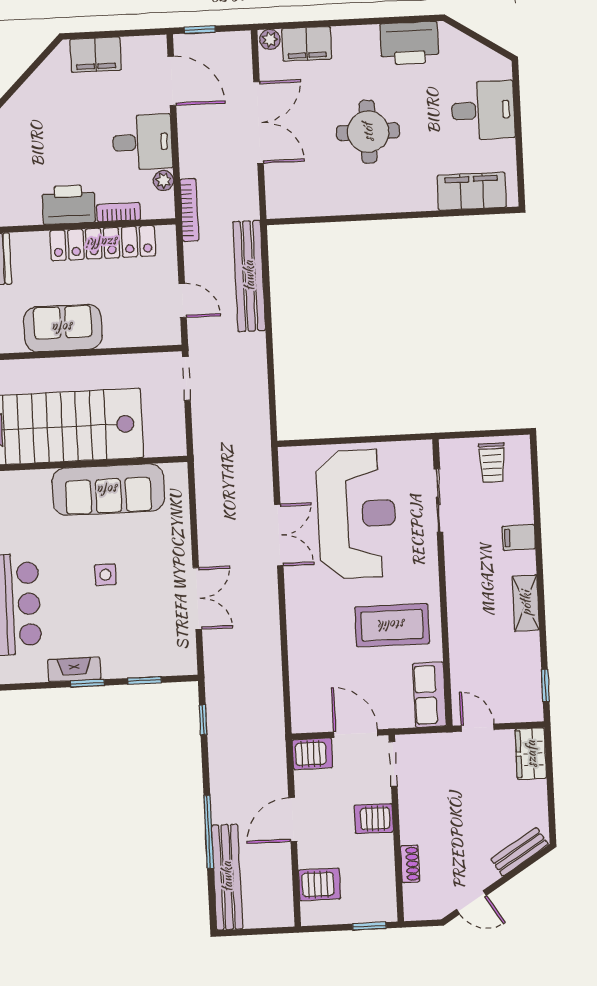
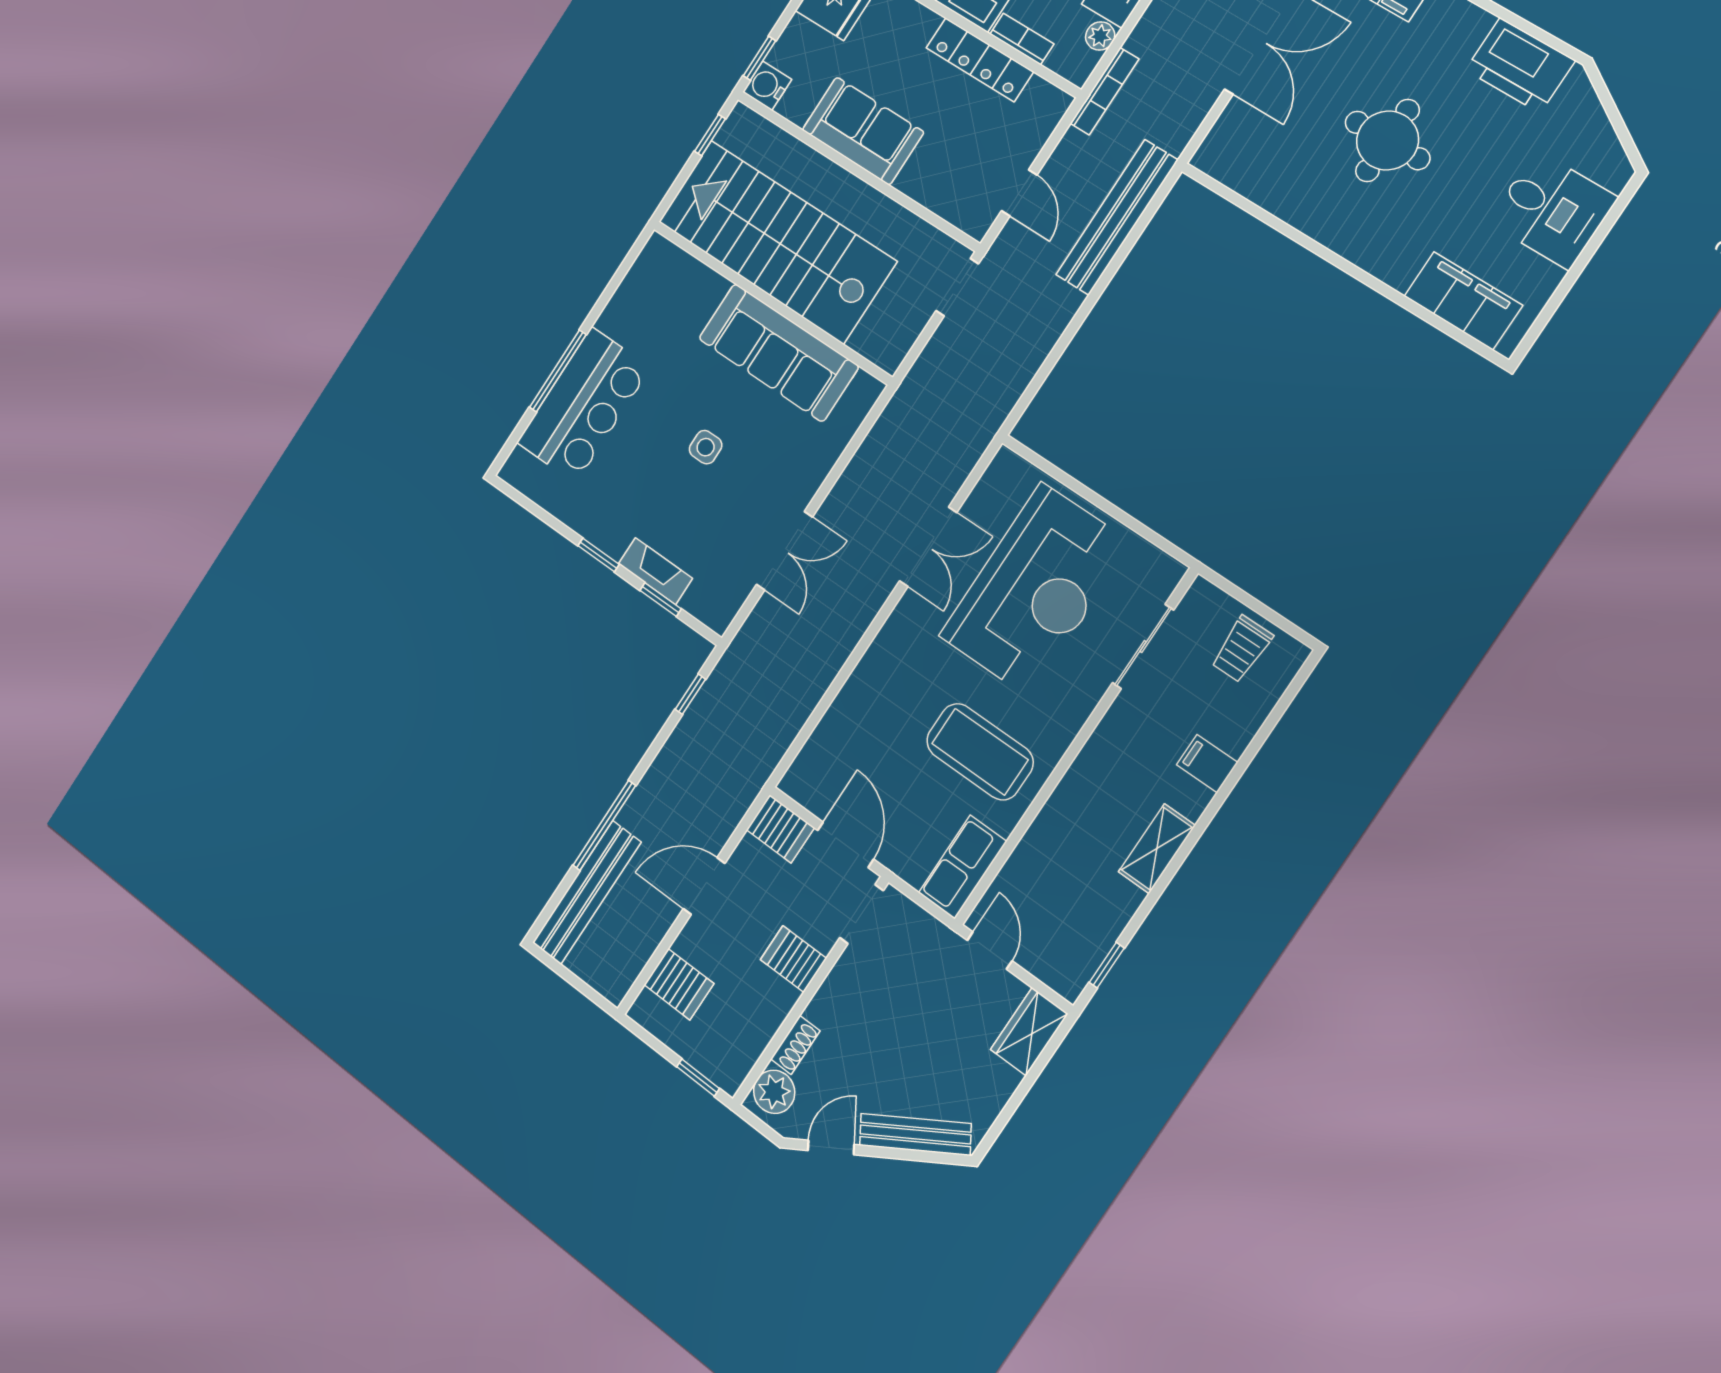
locker: (103, 243) -> (980, 60), width x0.71, depth x0.83
fireplace: (74, 669) -> (655, 571), moved
bench: (520, 852) -> (915, 1134), width x1.36
plant: (418, 899) -> (774, 1092), added
door: (471, 902) -> (831, 1148), swing flipped

